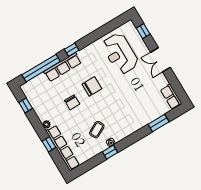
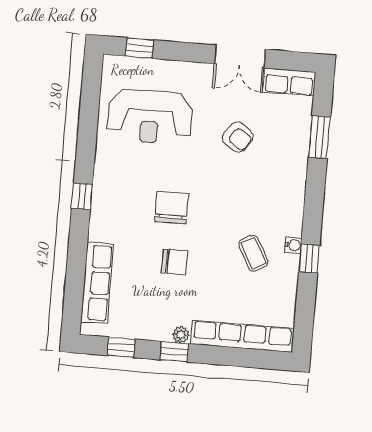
double door: (160, 60) -> (240, 56), moved
row of seats: (63, 67) -> (97, 283), moved
window: (41, 68) -> (76, 273), removed
armchair: (136, 92) -> (238, 137), added
window: (49, 144) -> (174, 352), moved

